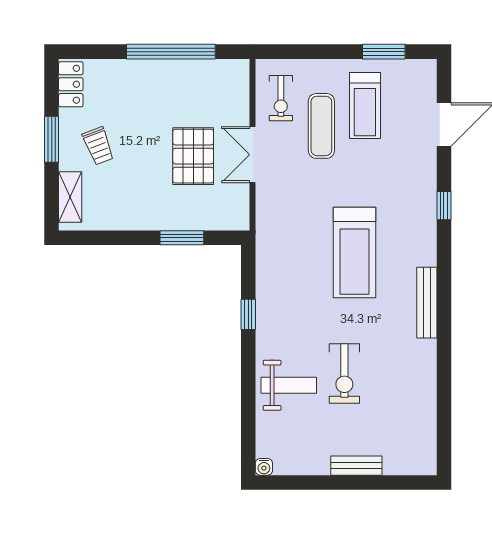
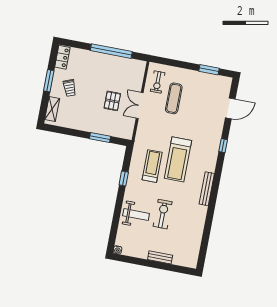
treadmill: (365, 106) -> (152, 166), moved, turned 180
pallet: (193, 156) -> (112, 101), width x0.67, depth x0.71
exercise bike: (344, 374) -> (163, 214), turned 180

